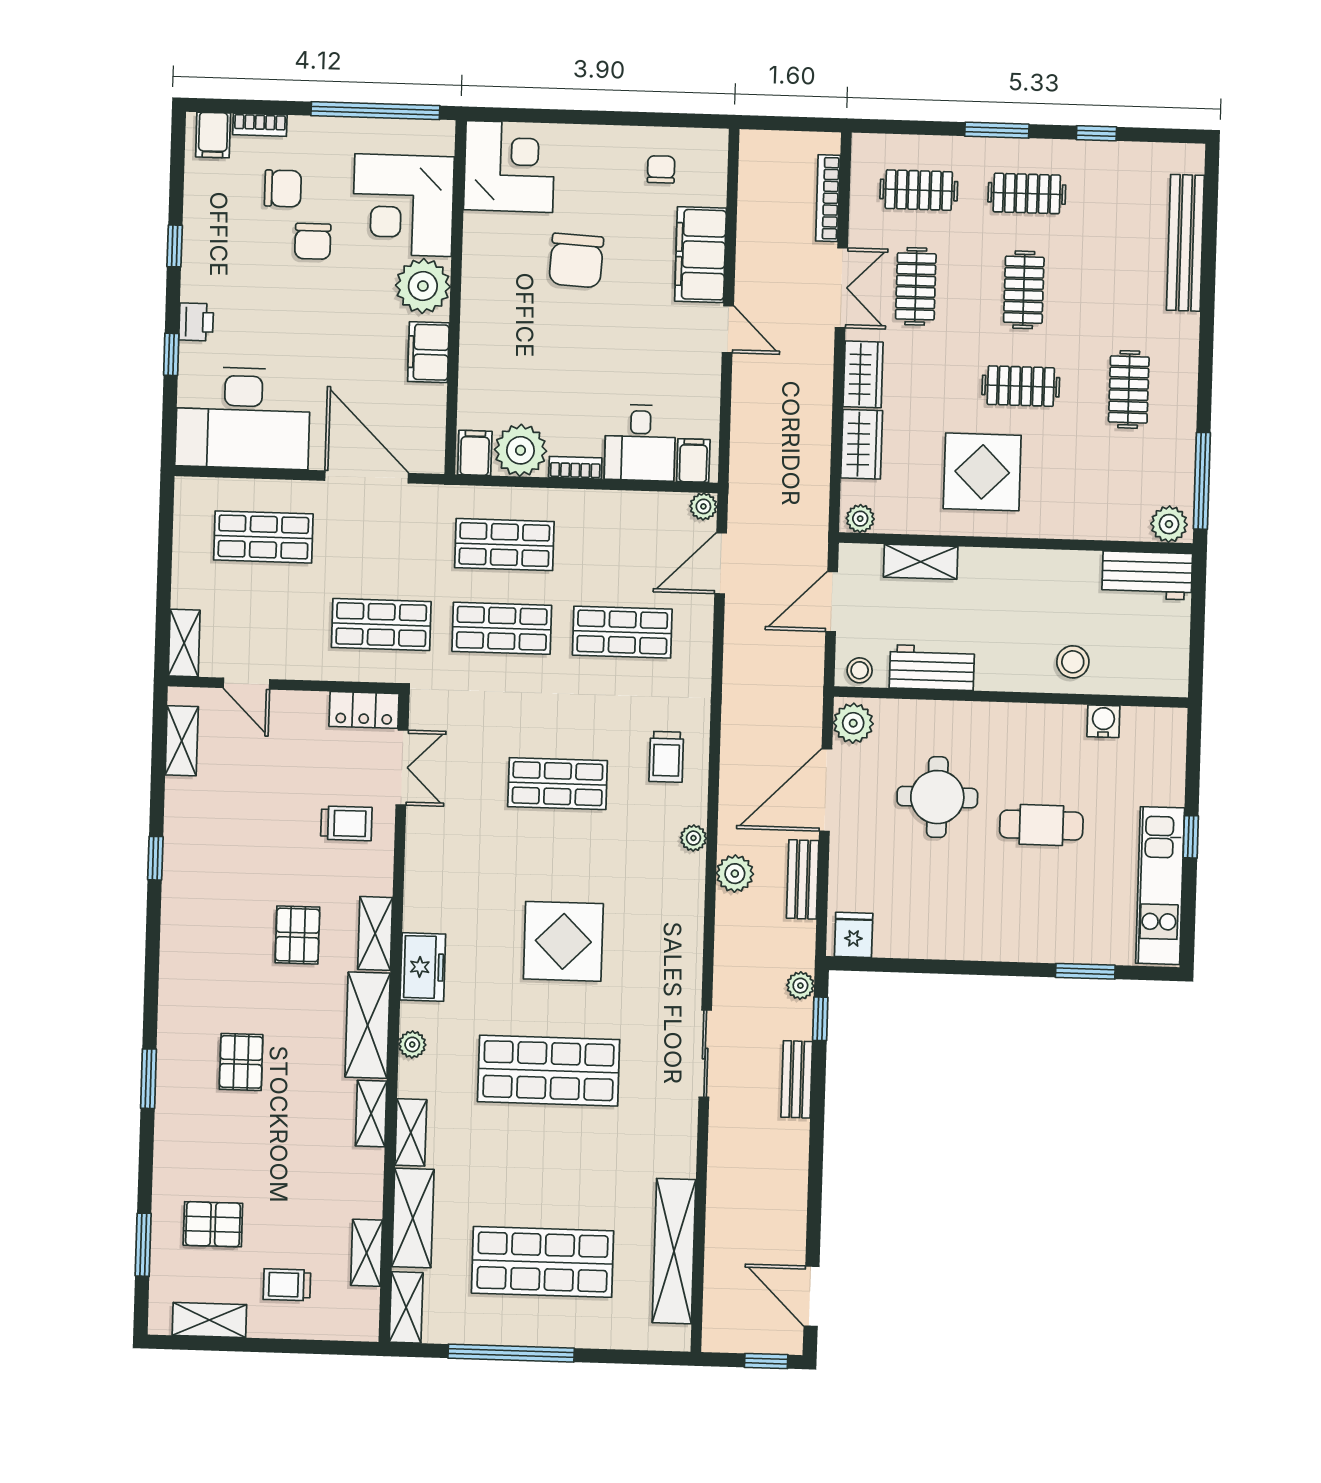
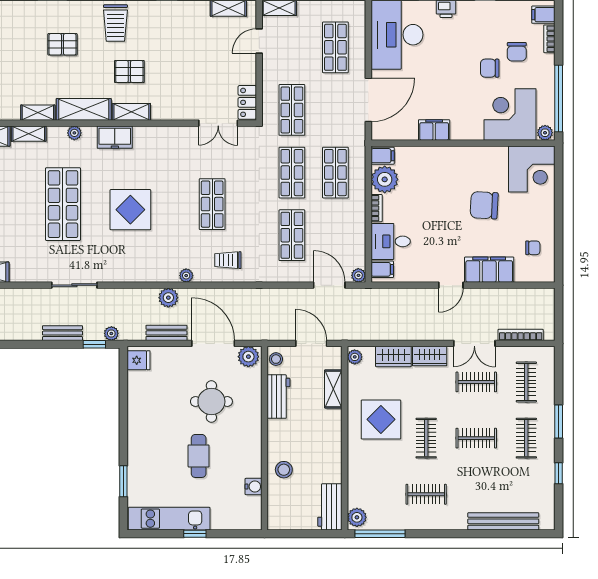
plant: (423, 286) -> (545, 133), moved, width x0.53, depth x0.53
trolley: (346, 823) -> (115, 23), moved, width x1.36, depth x1.39

